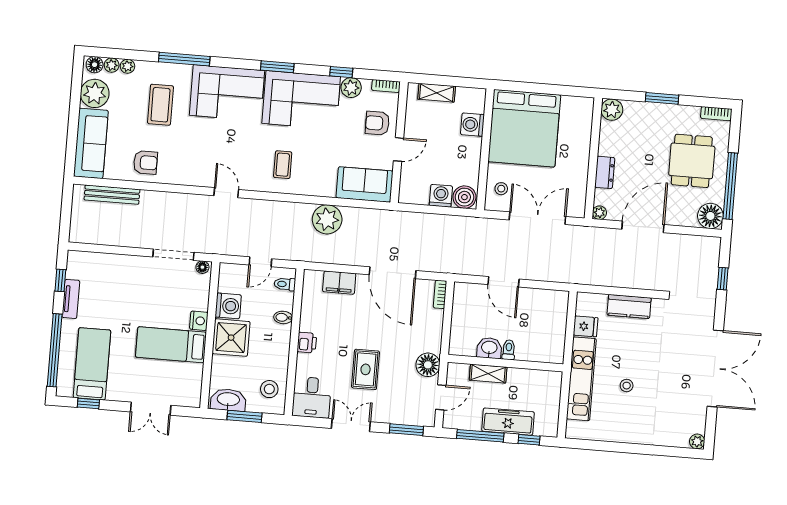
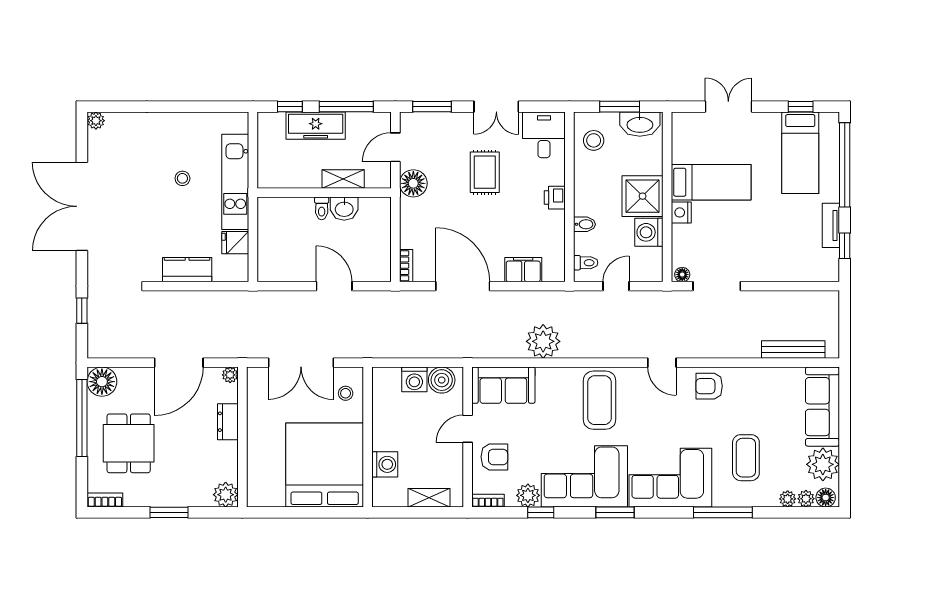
armchair: (145, 163) -> (709, 386), moved
coffee table: (283, 165) -> (599, 400), width x1.86, depth x1.72
boiler: (464, 197) -> (442, 380), moved

